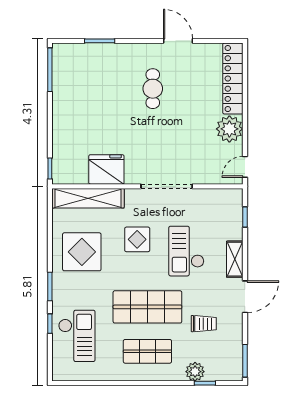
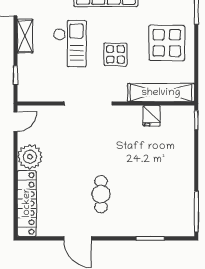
fridge: (106, 169) -> (152, 116), width x0.53, depth x0.75

